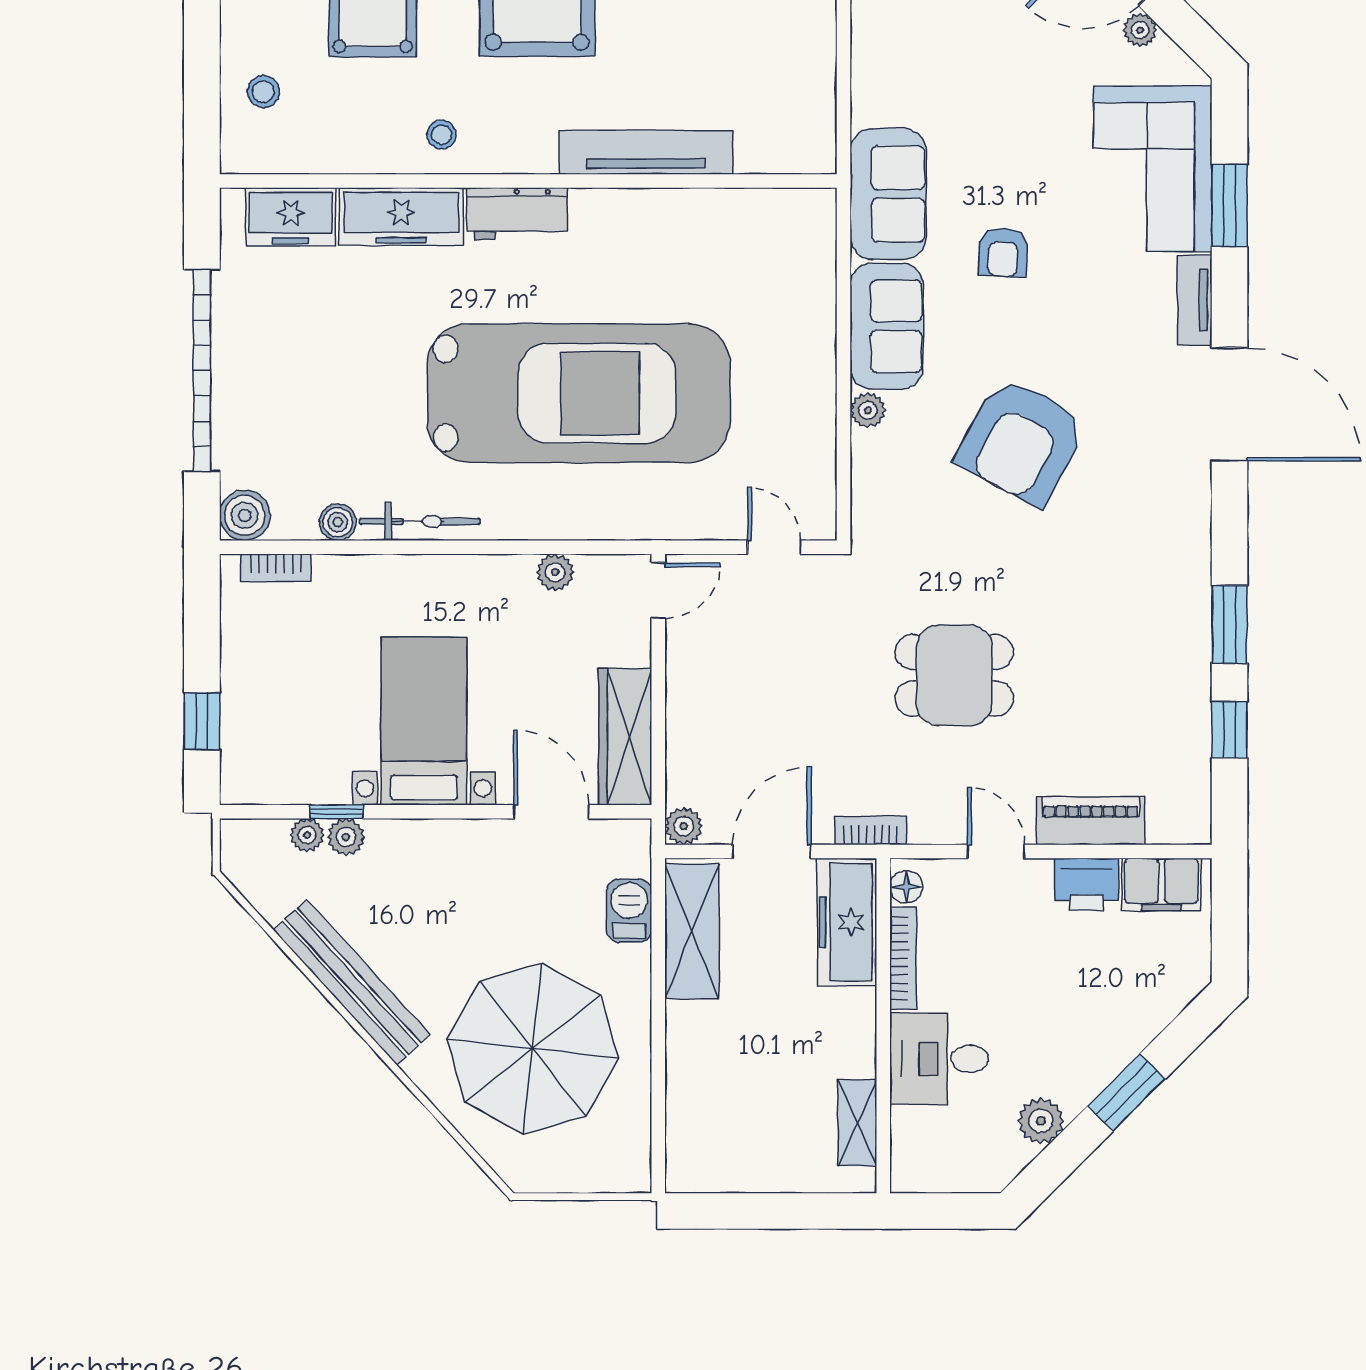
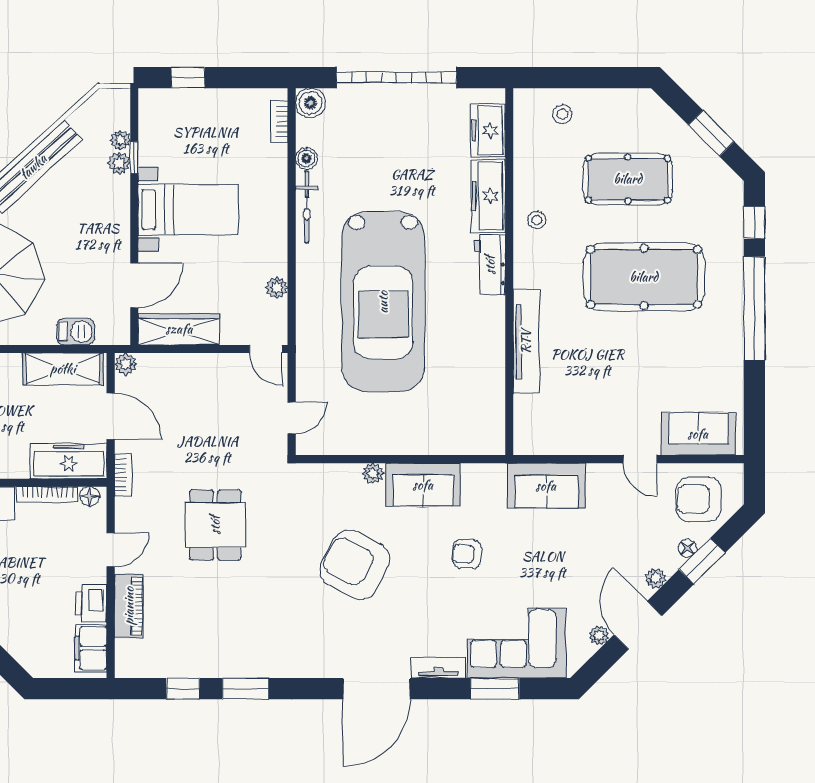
sofa: (888, 194) -> (546, 486), moved

